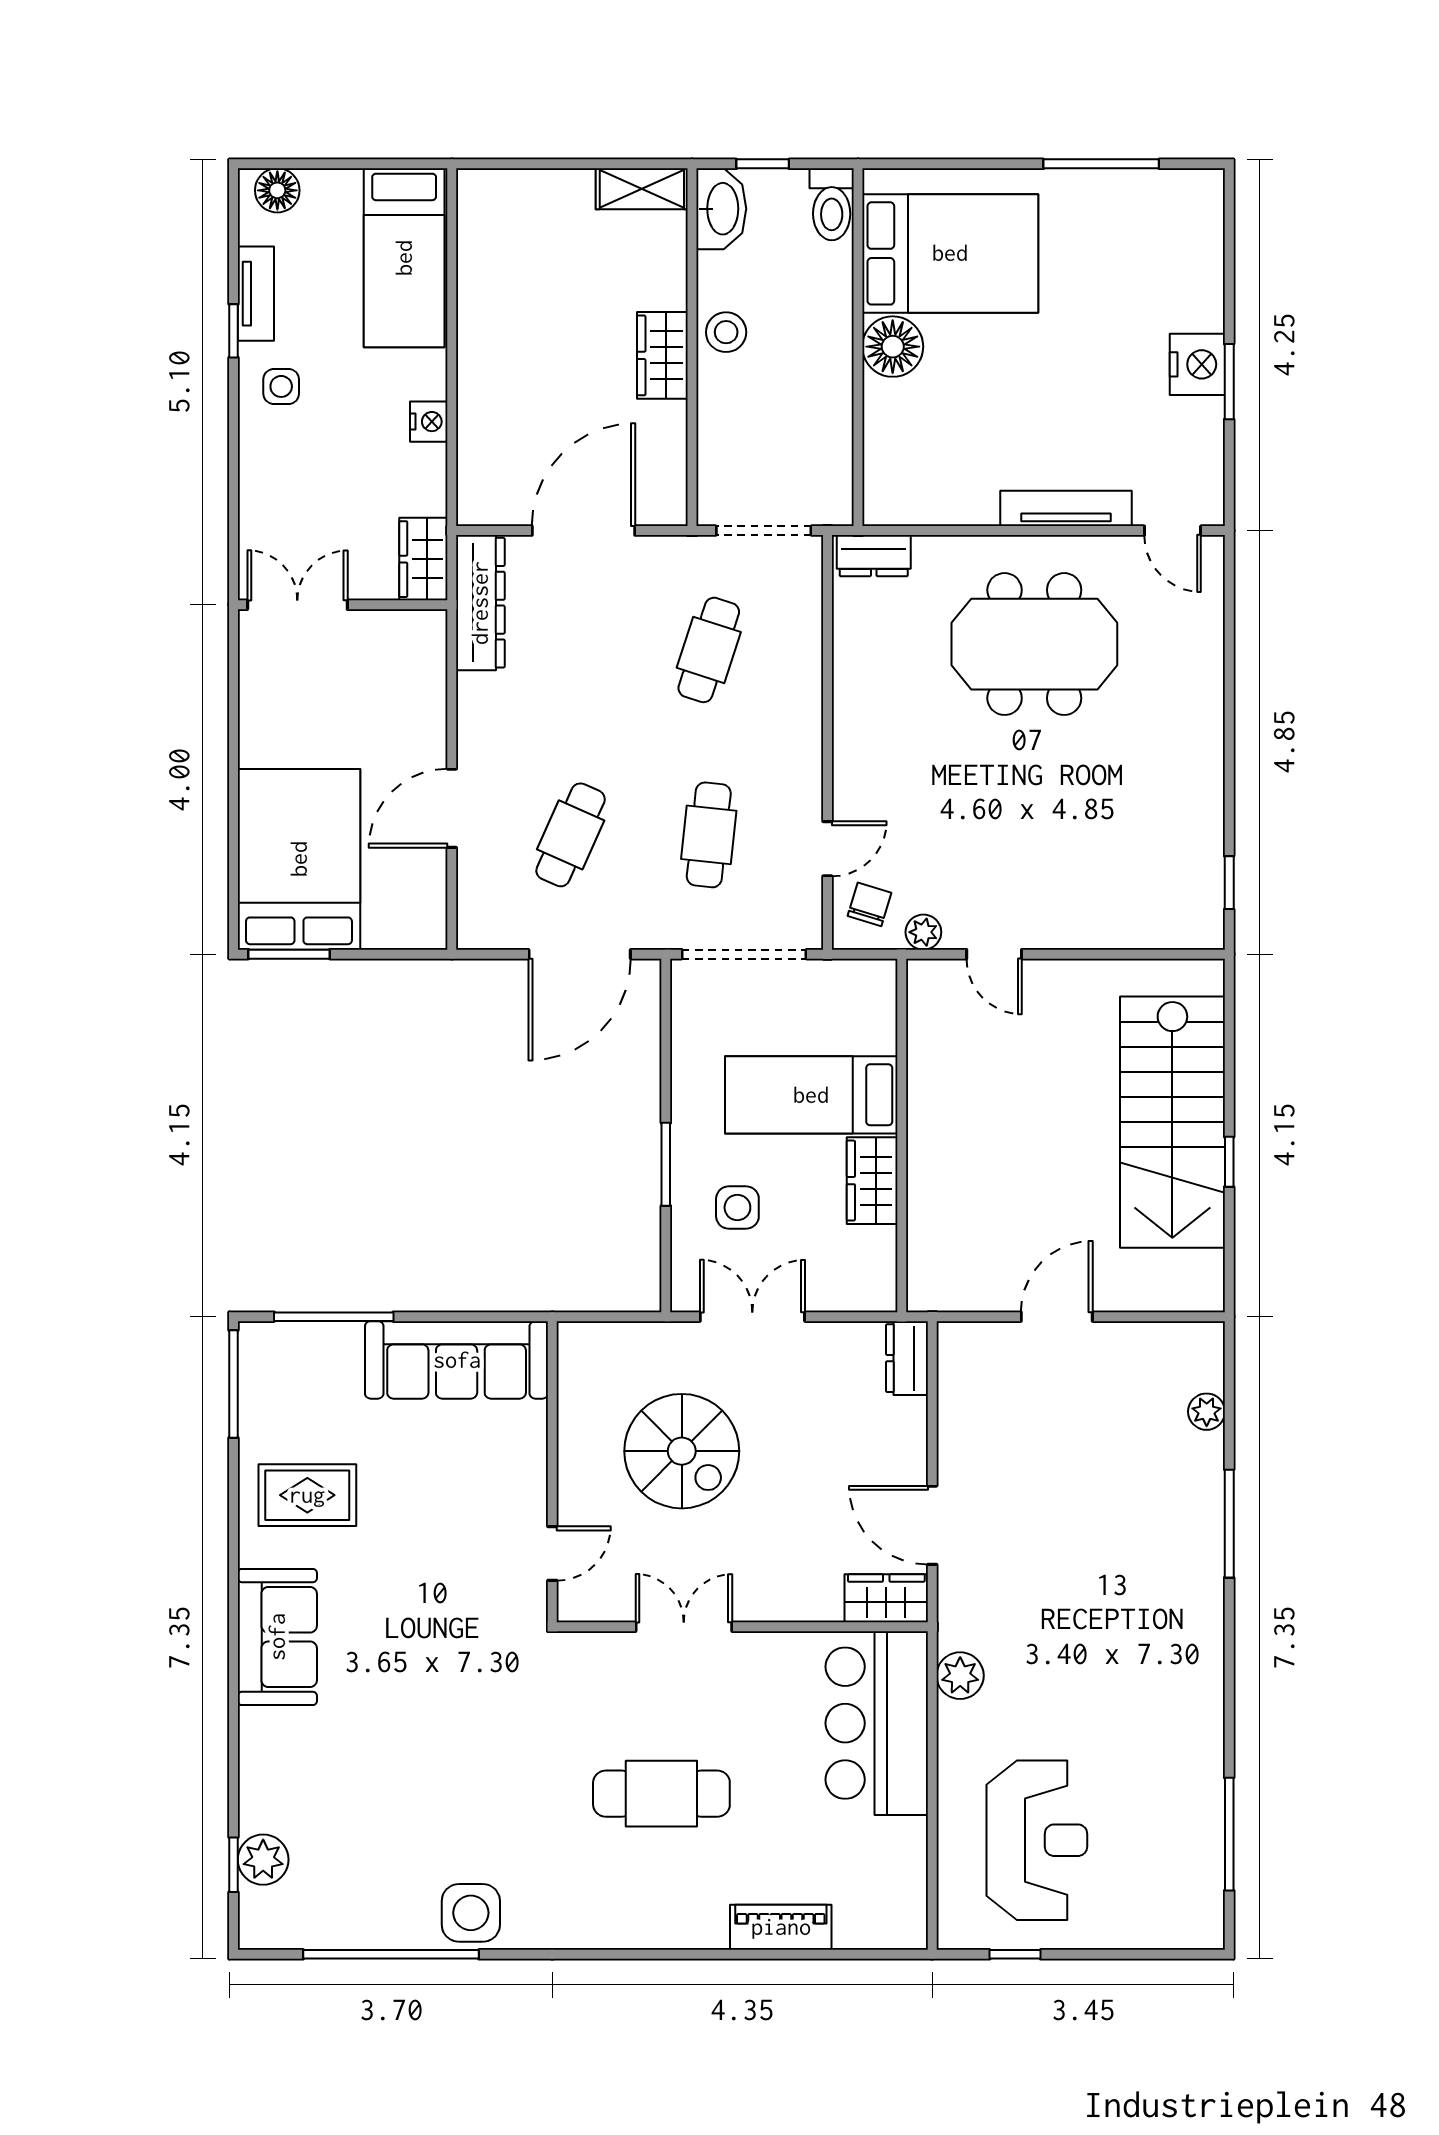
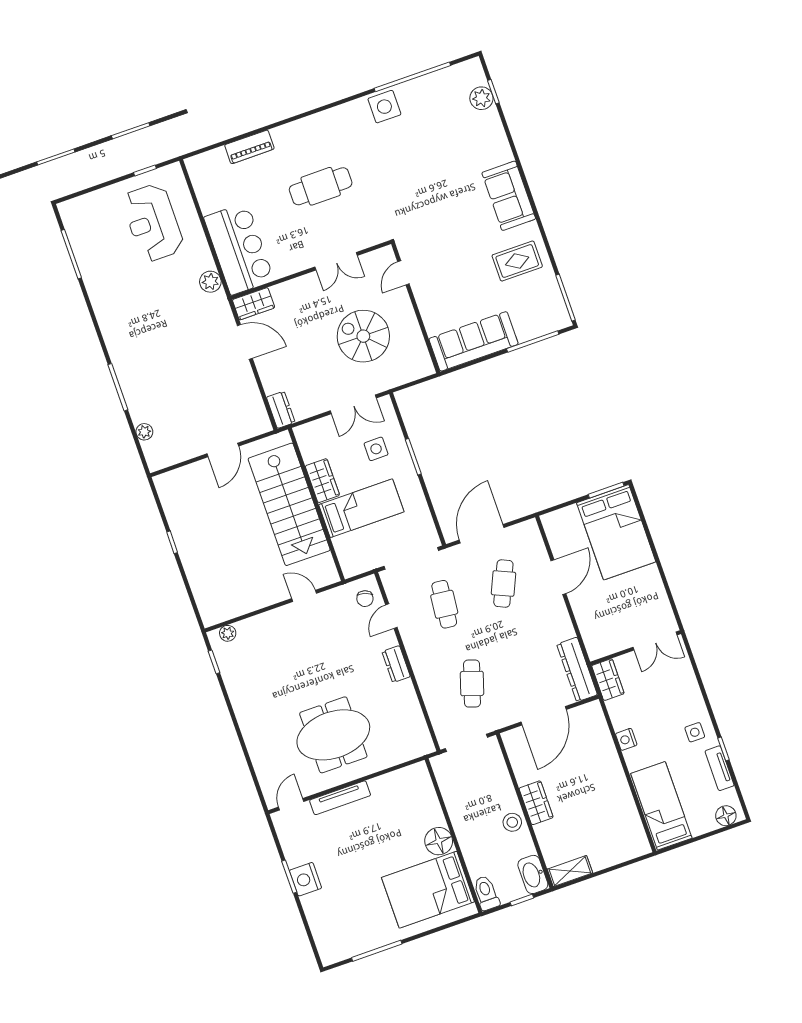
door: (1173, 531) -> (291, 804), hinge flipped
dresser: (874, 556) -> (396, 664), moved, turned -90
plant: (923, 932) -> (228, 633), moved
stairs: (1172, 1122) -> (289, 504), moved, turned 180

